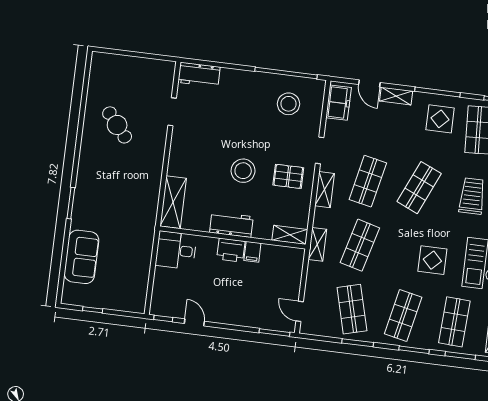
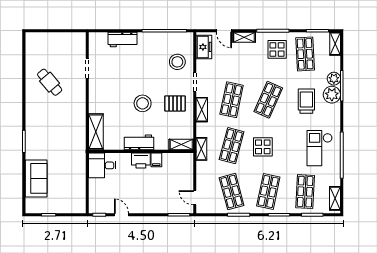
workbench: (199, 75) -> (122, 40), moved
stool: (288, 104) -> (177, 62), moved
display table: (432, 260) -> (263, 147), moved

